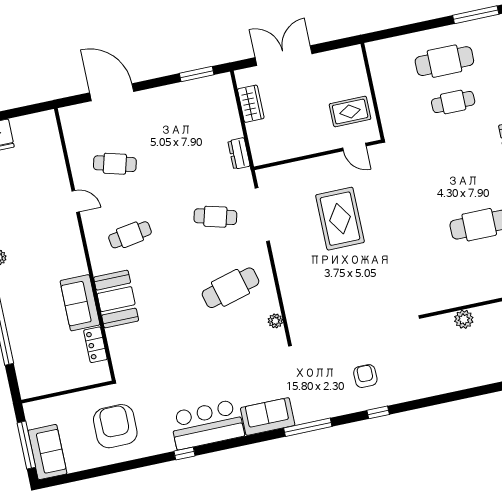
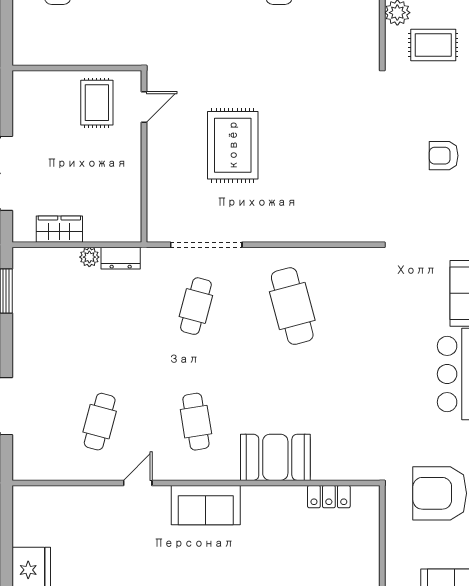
rug: (340, 219) -> (233, 145), turned 90
sofa: (80, 303) -> (206, 505), moved
plant: (275, 321) -> (89, 257), moved
rug: (446, 351) -> (433, 45), added

